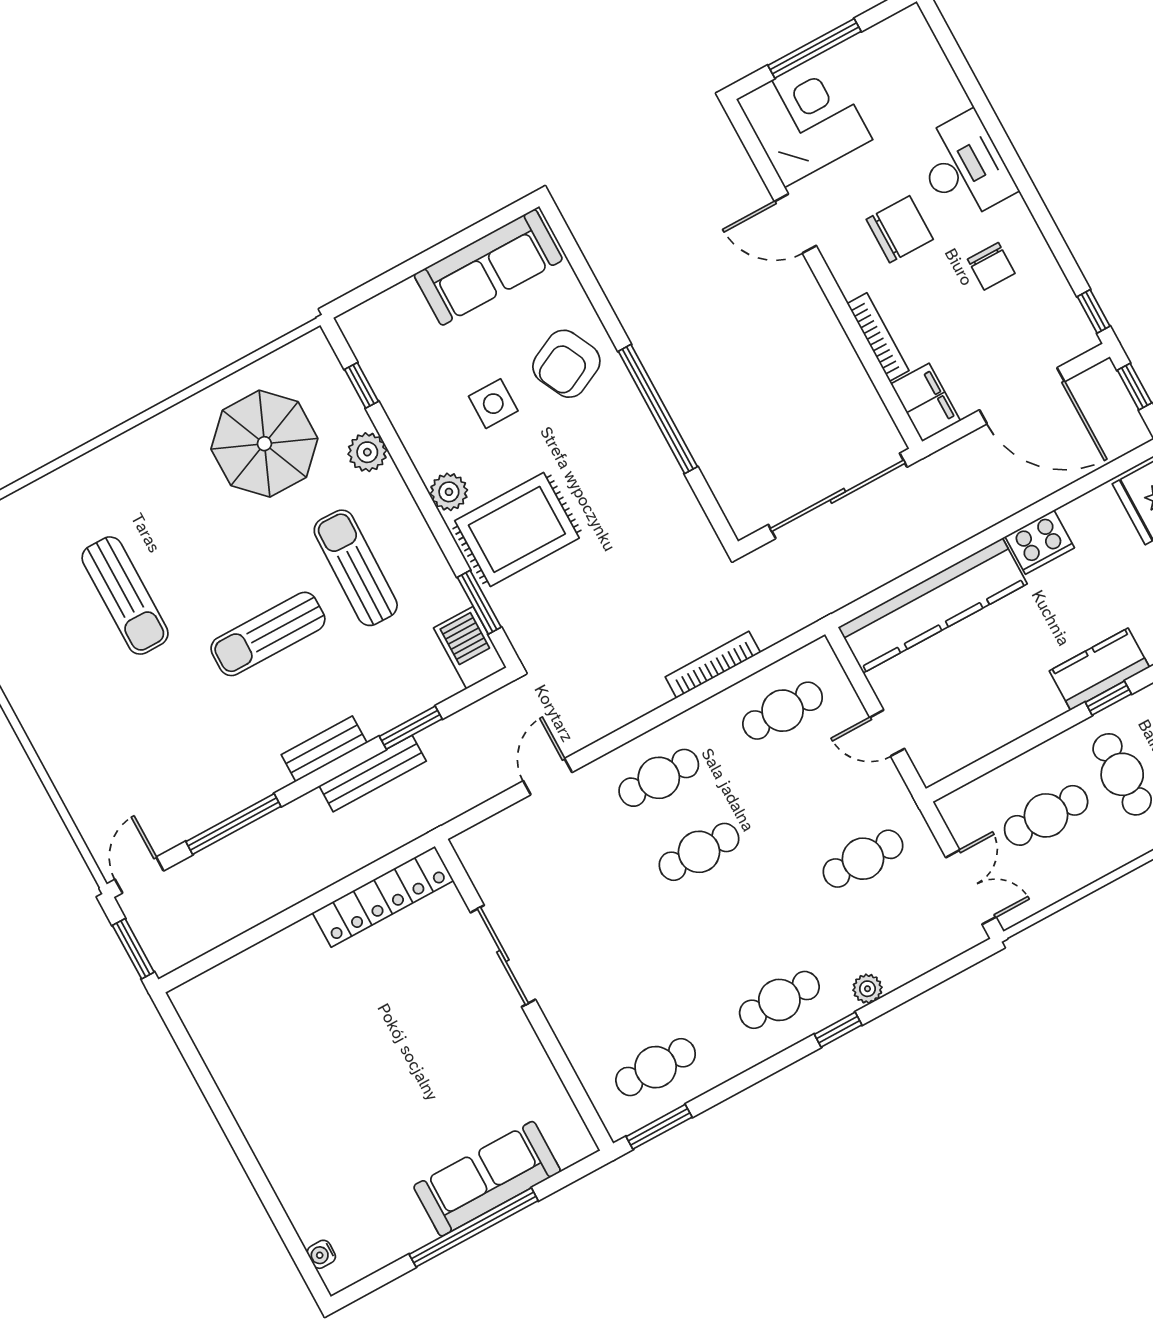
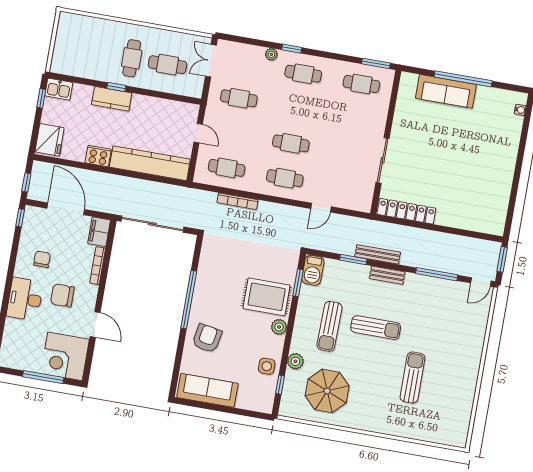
armchair: (566, 364) -> (207, 338), turned -54
side table: (493, 404) -> (267, 366), moved

